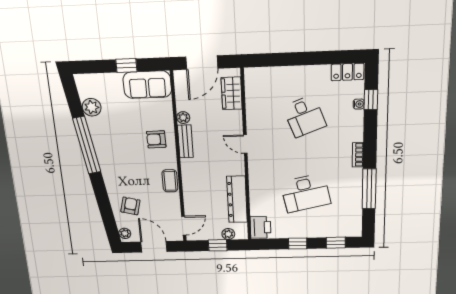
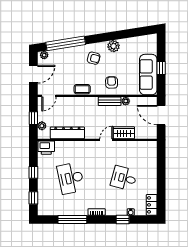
sofa: (147, 85) -> (148, 75), width x1.36
wardrobe: (232, 93) -> (124, 133), moved
window: (371, 100) -> (123, 220), moved
plant: (92, 107) -> (114, 46), moved
desk: (305, 116) -> (124, 178), turned 36
window: (87, 145) -> (66, 43), moved
armchair: (130, 206) -> (94, 58), moved
door: (184, 226) -> (49, 96), hinge flipped

